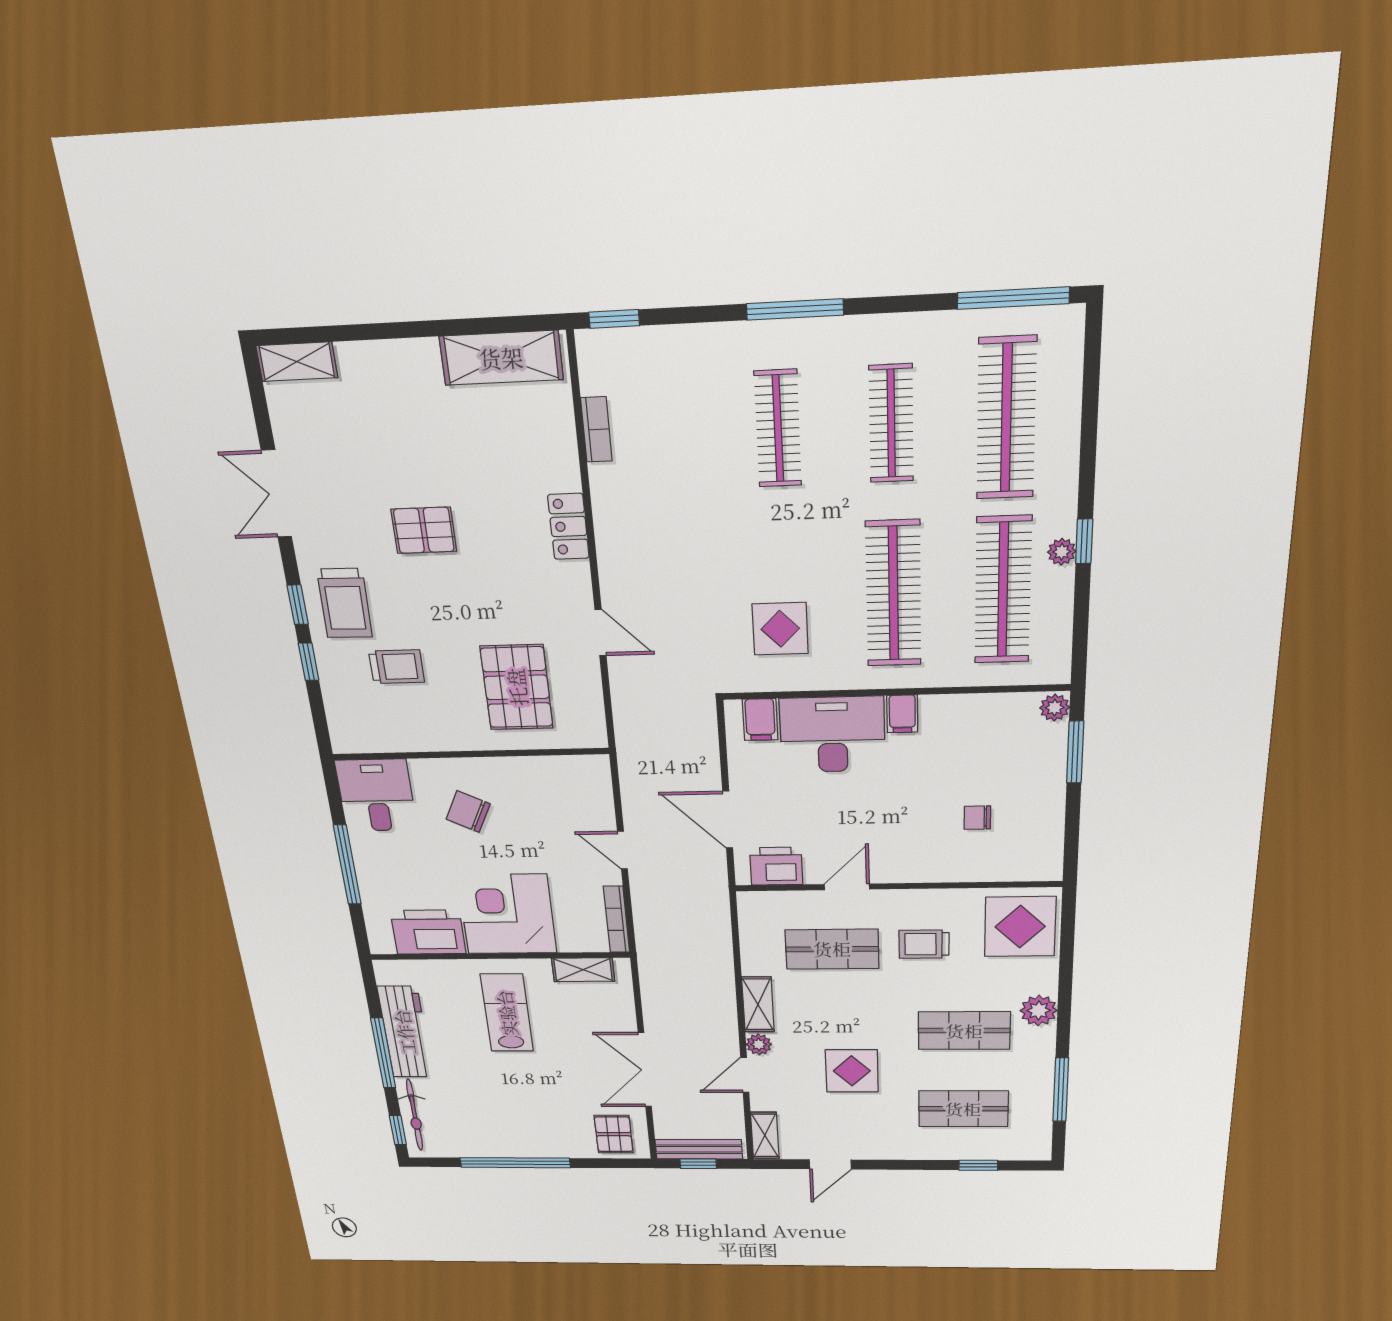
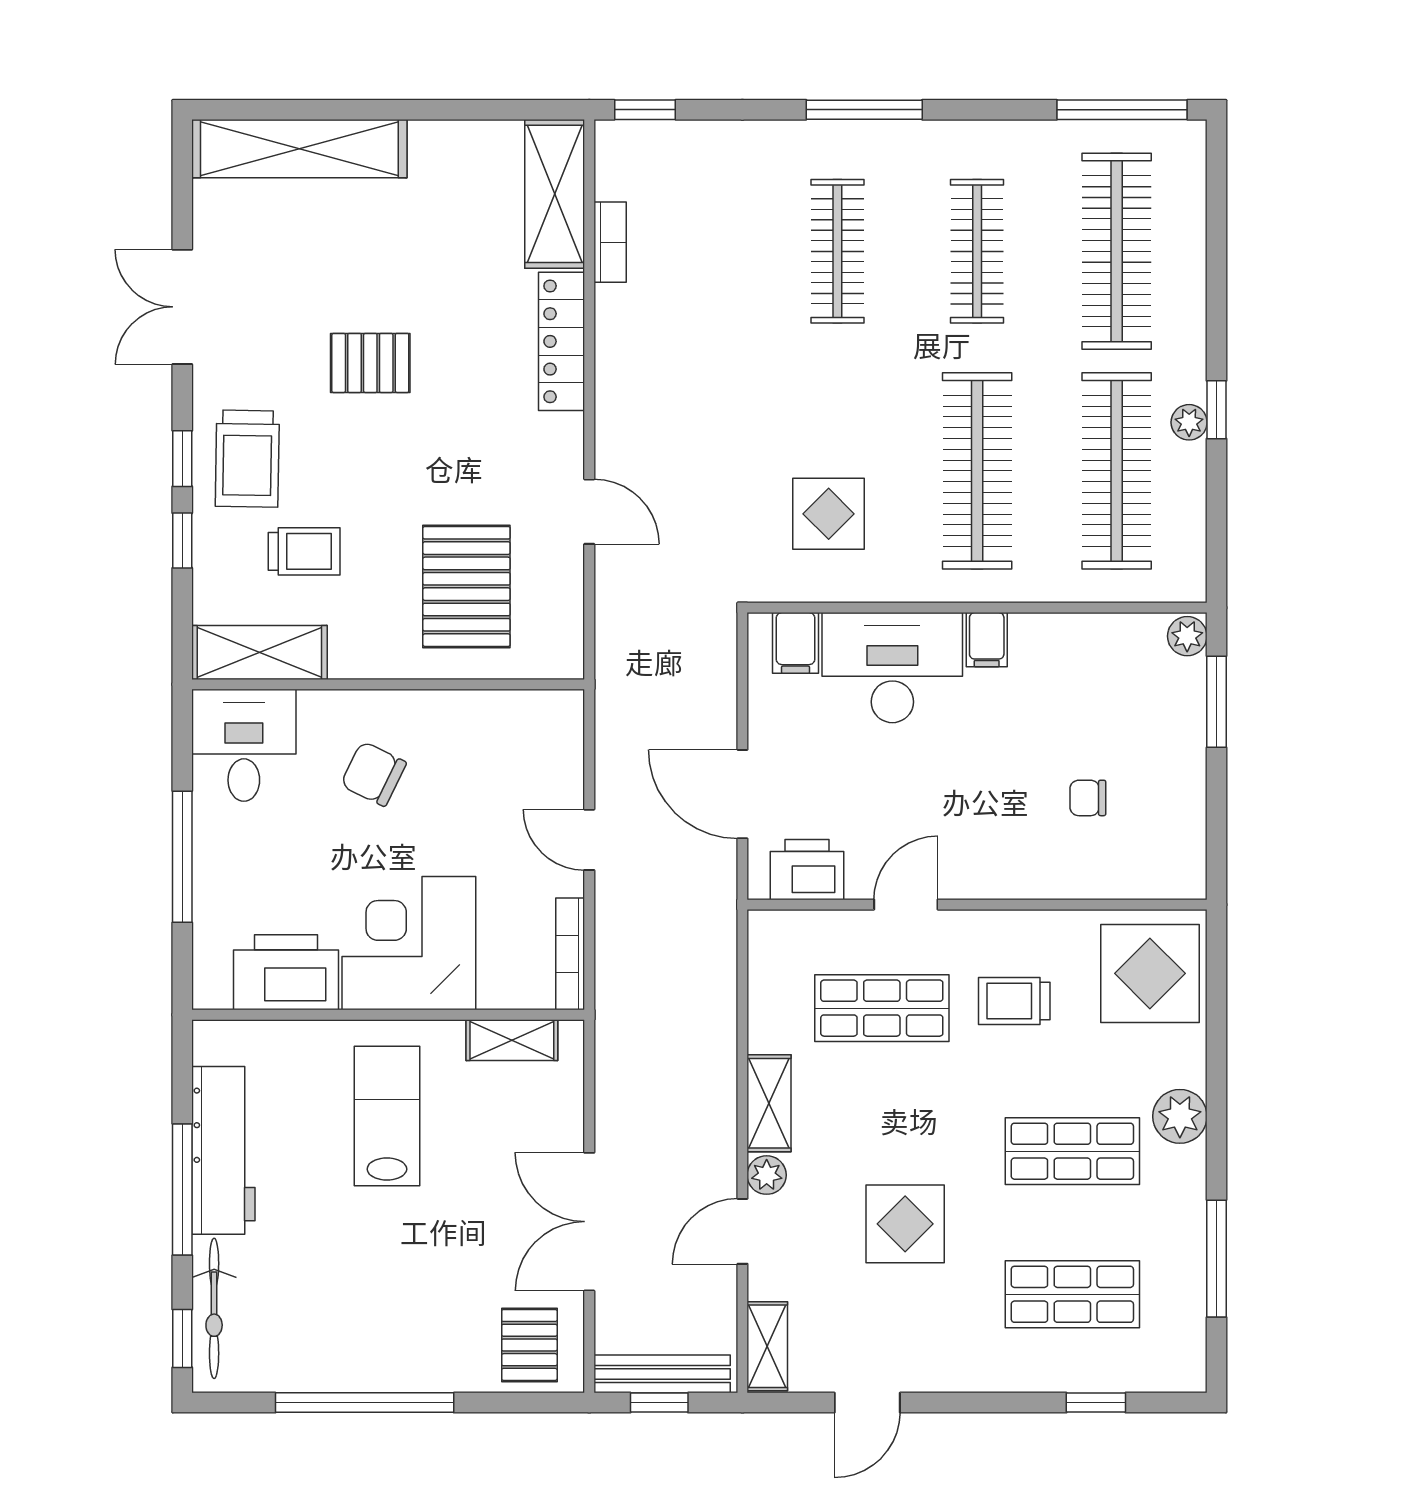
shelving: (501, 358) -> (555, 194), moved, turned 90
shelving: (297, 362) -> (299, 149), width x2.20, depth x1.33
locker: (568, 526) -> (562, 341), width x1.53
shelving: (376, 735) -> (259, 652), added

